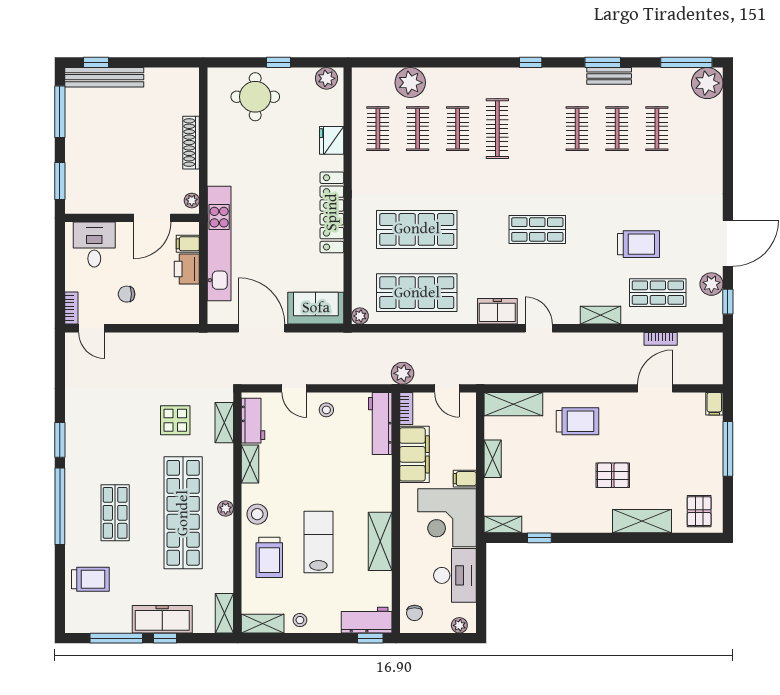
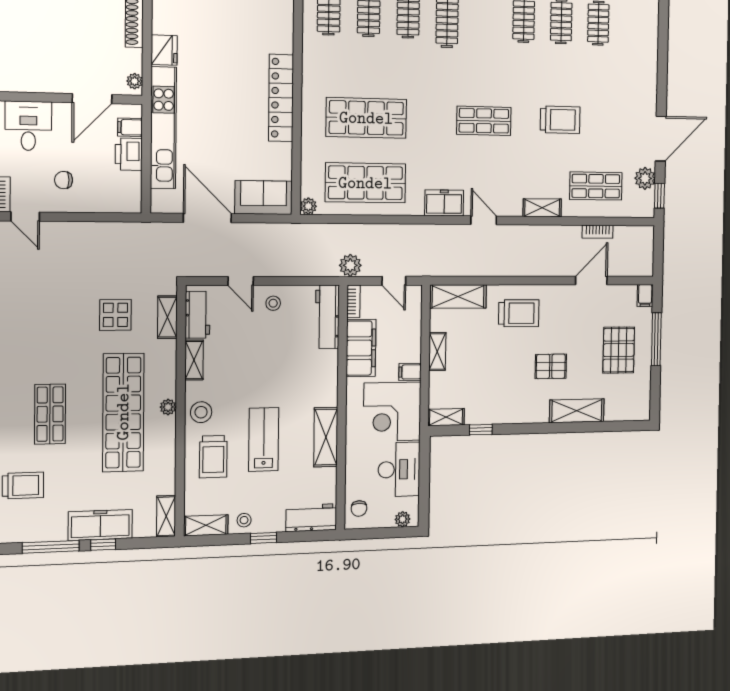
fridge: (332, 140) -> (164, 50), moved, turned 180
trolley: (639, 244) -> (560, 120), moved
pallet: (699, 511) -> (619, 350), moved, width x1.50, depth x1.42
window: (370, 638) -> (264, 538), moved

